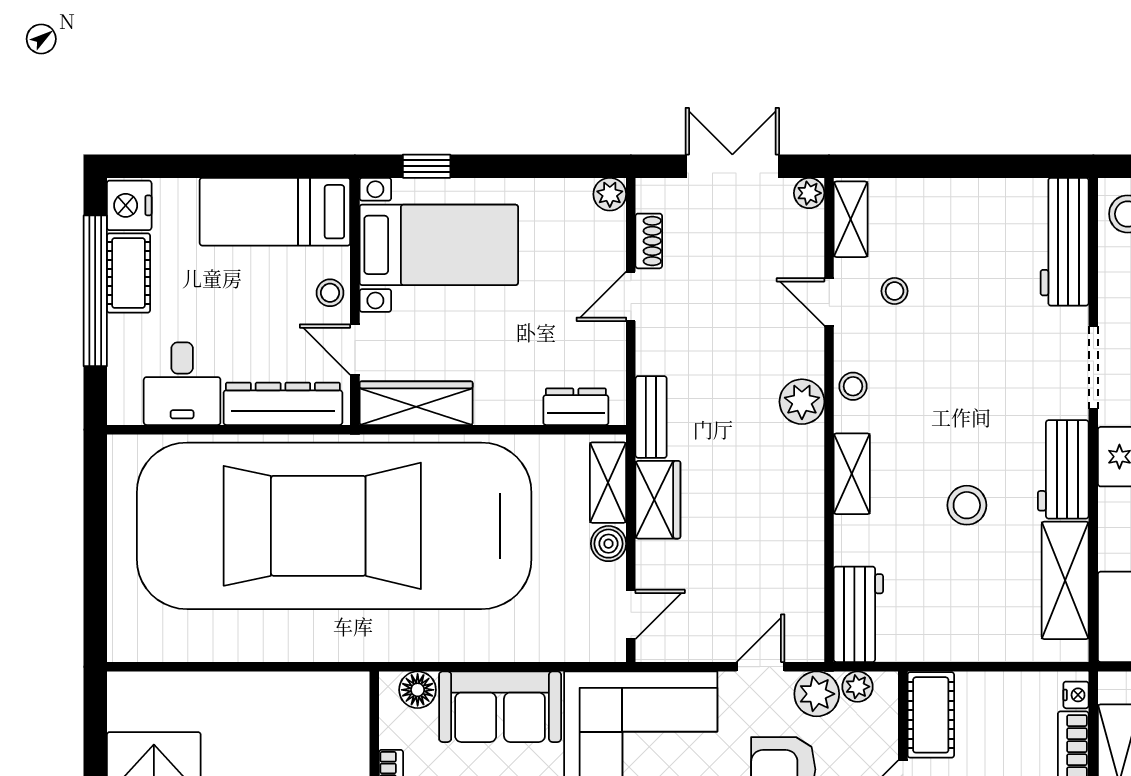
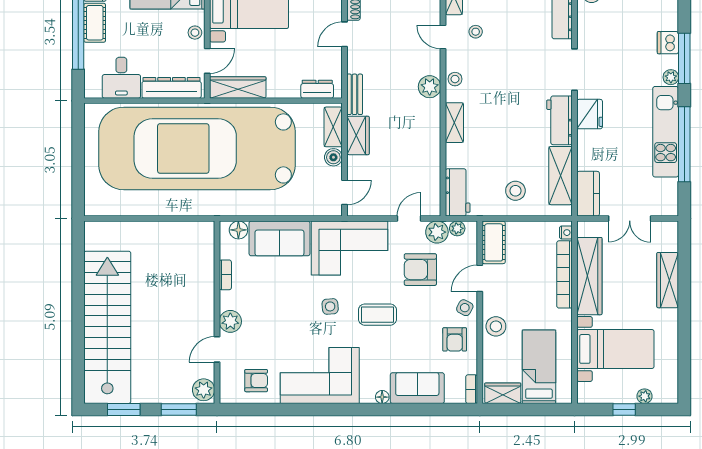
door: (355, 350) -> (207, 61), swing flipped
stool: (967, 505) -> (515, 191), moved

